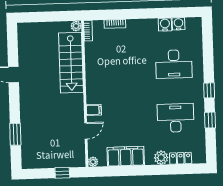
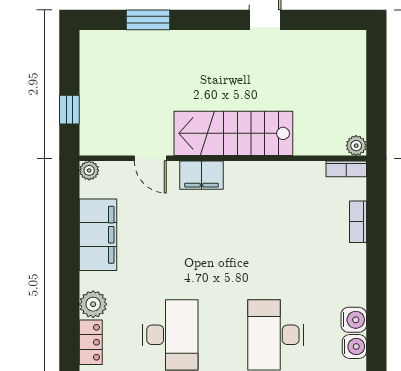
stairs: (71, 63) -> (233, 133), moved
filing cabinet: (94, 110) -> (202, 175), width x2.00

